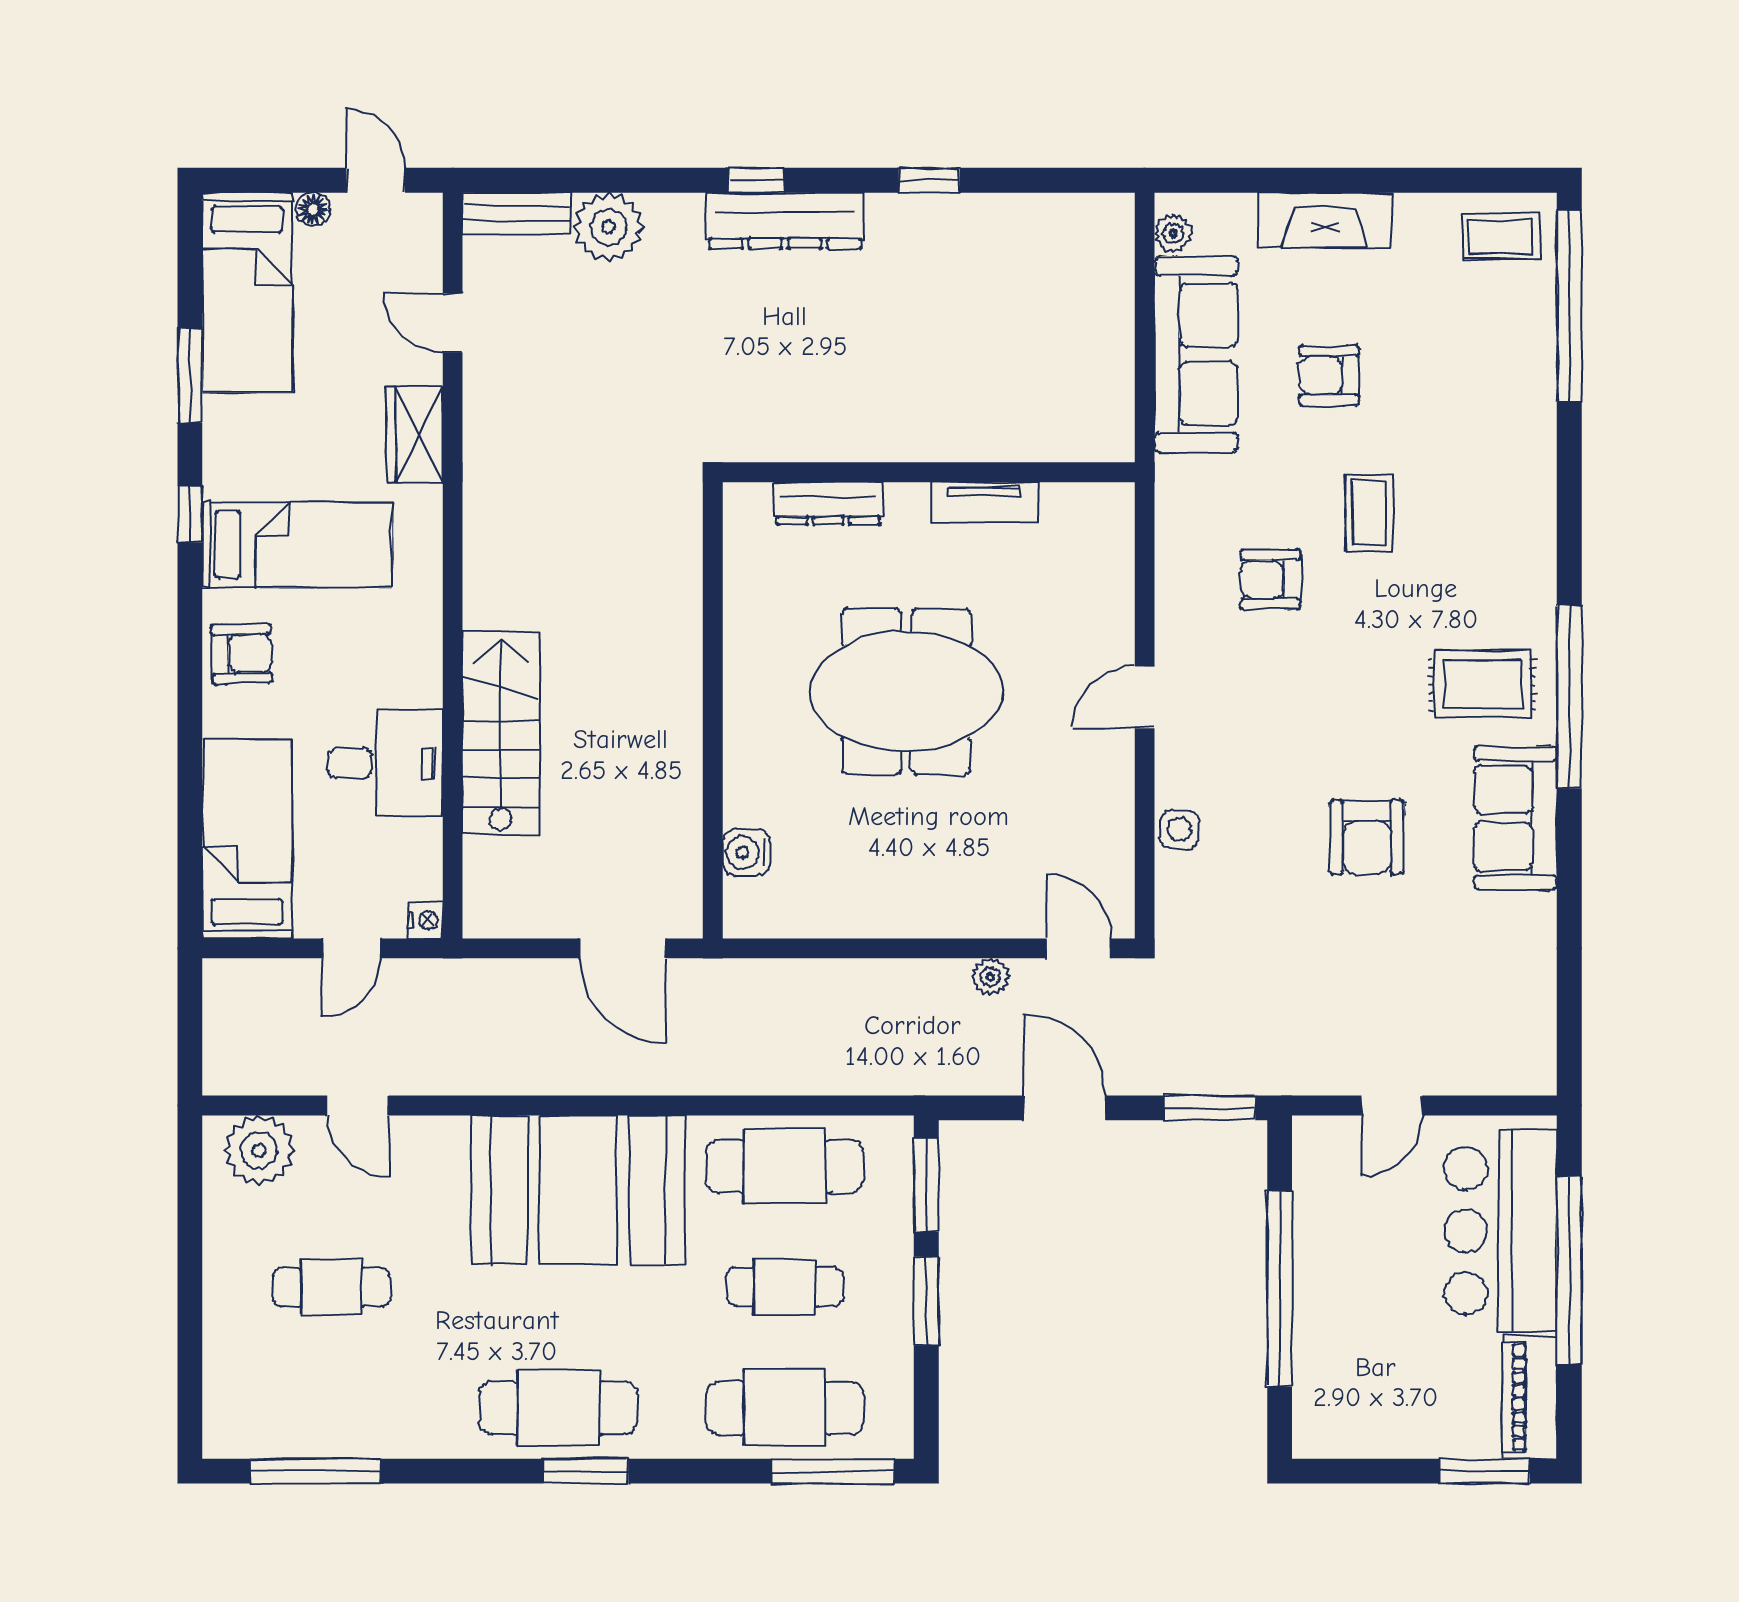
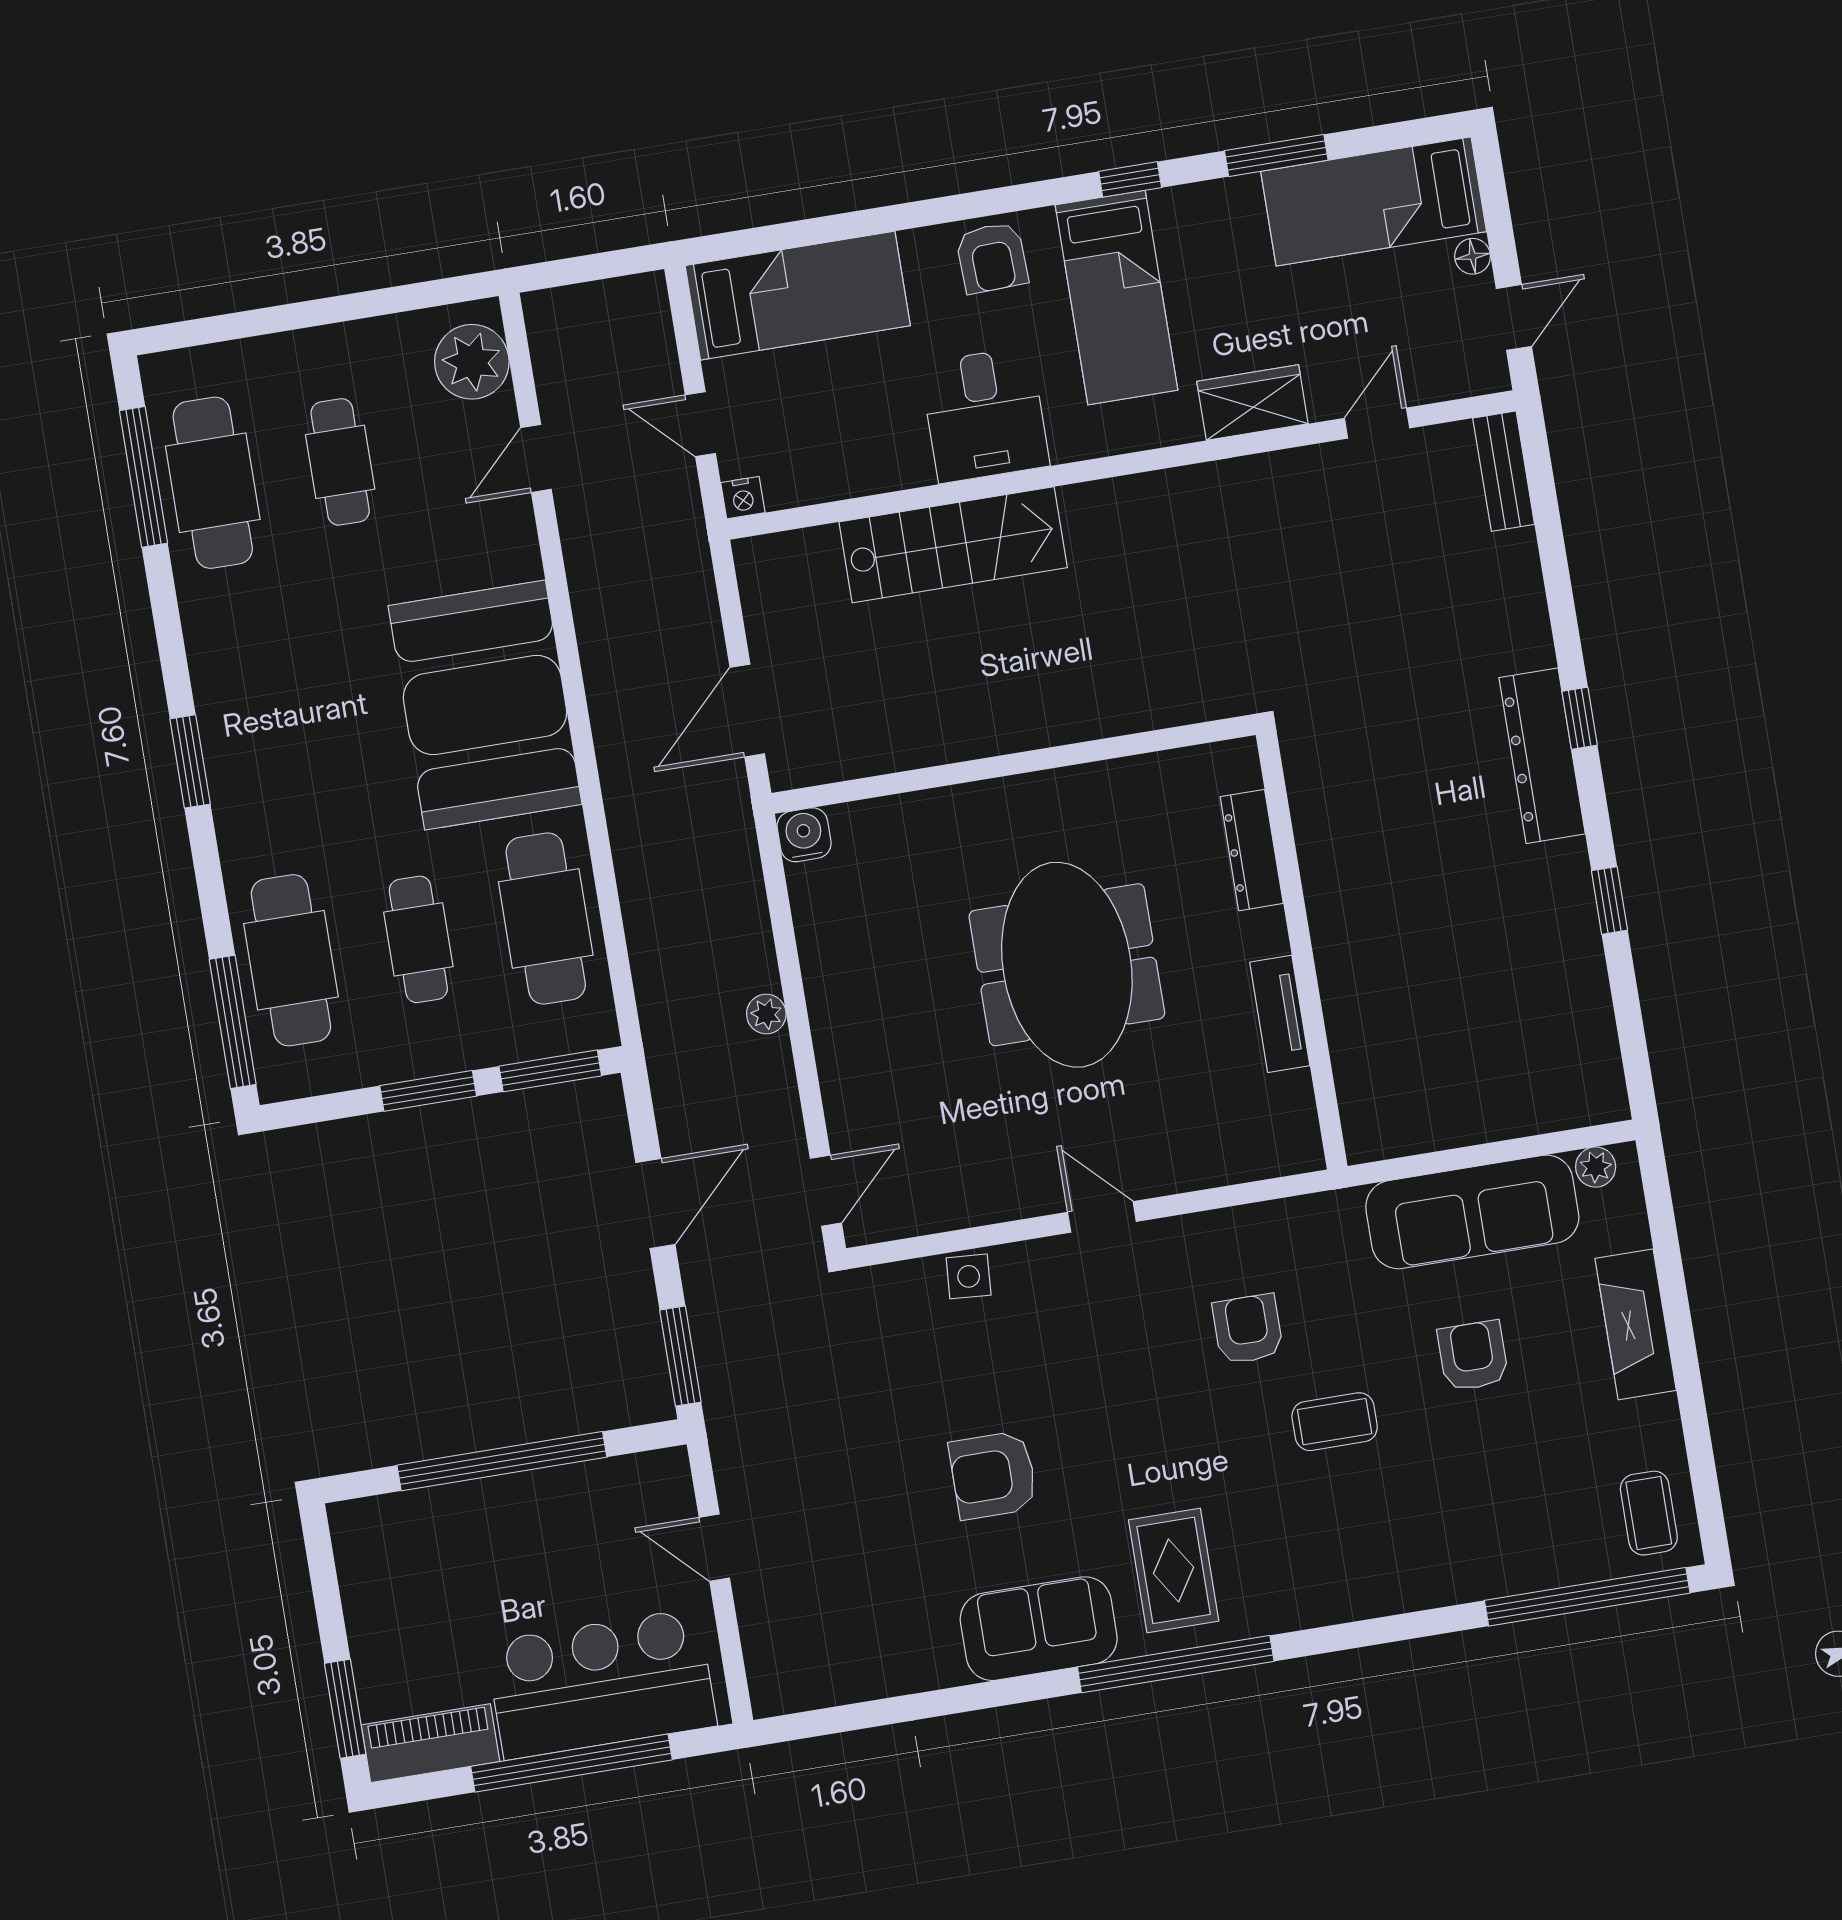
plant: (608, 227) -> (1505, 571), removed
desk: (385, 763) -> (985, 415), moved
water cooler: (746, 852) -> (804, 835), moved
plant: (990, 977) -> (766, 1014), moved
cafe table: (558, 1408) -> (213, 483), moved

